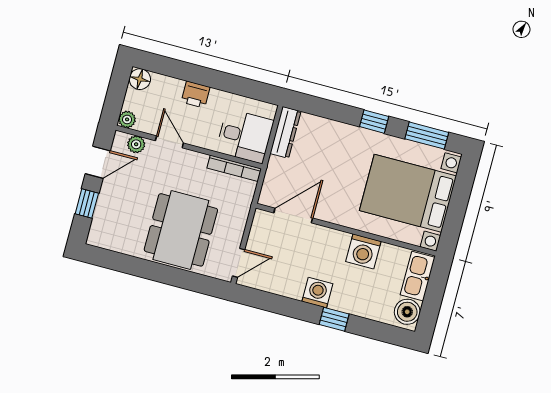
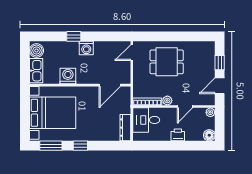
door: (169, 142) -> (185, 106), hinge flipped
plant: (136, 144) -> (167, 101), moved
dining table: (181, 230) -> (167, 62), width x0.73

